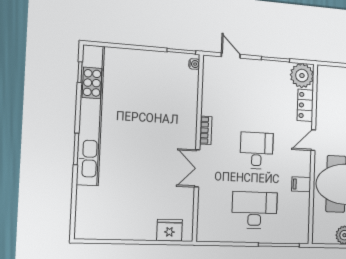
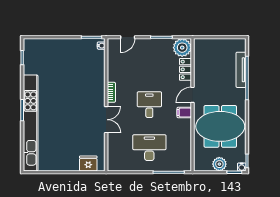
door: (231, 55) -> (128, 37), swing flipped
kitchen unit: (90, 115) -> (31, 123), moved
double door: (197, 168) -> (106, 120), swing flipped
filing cabinet: (301, 184) -> (184, 113), moved

